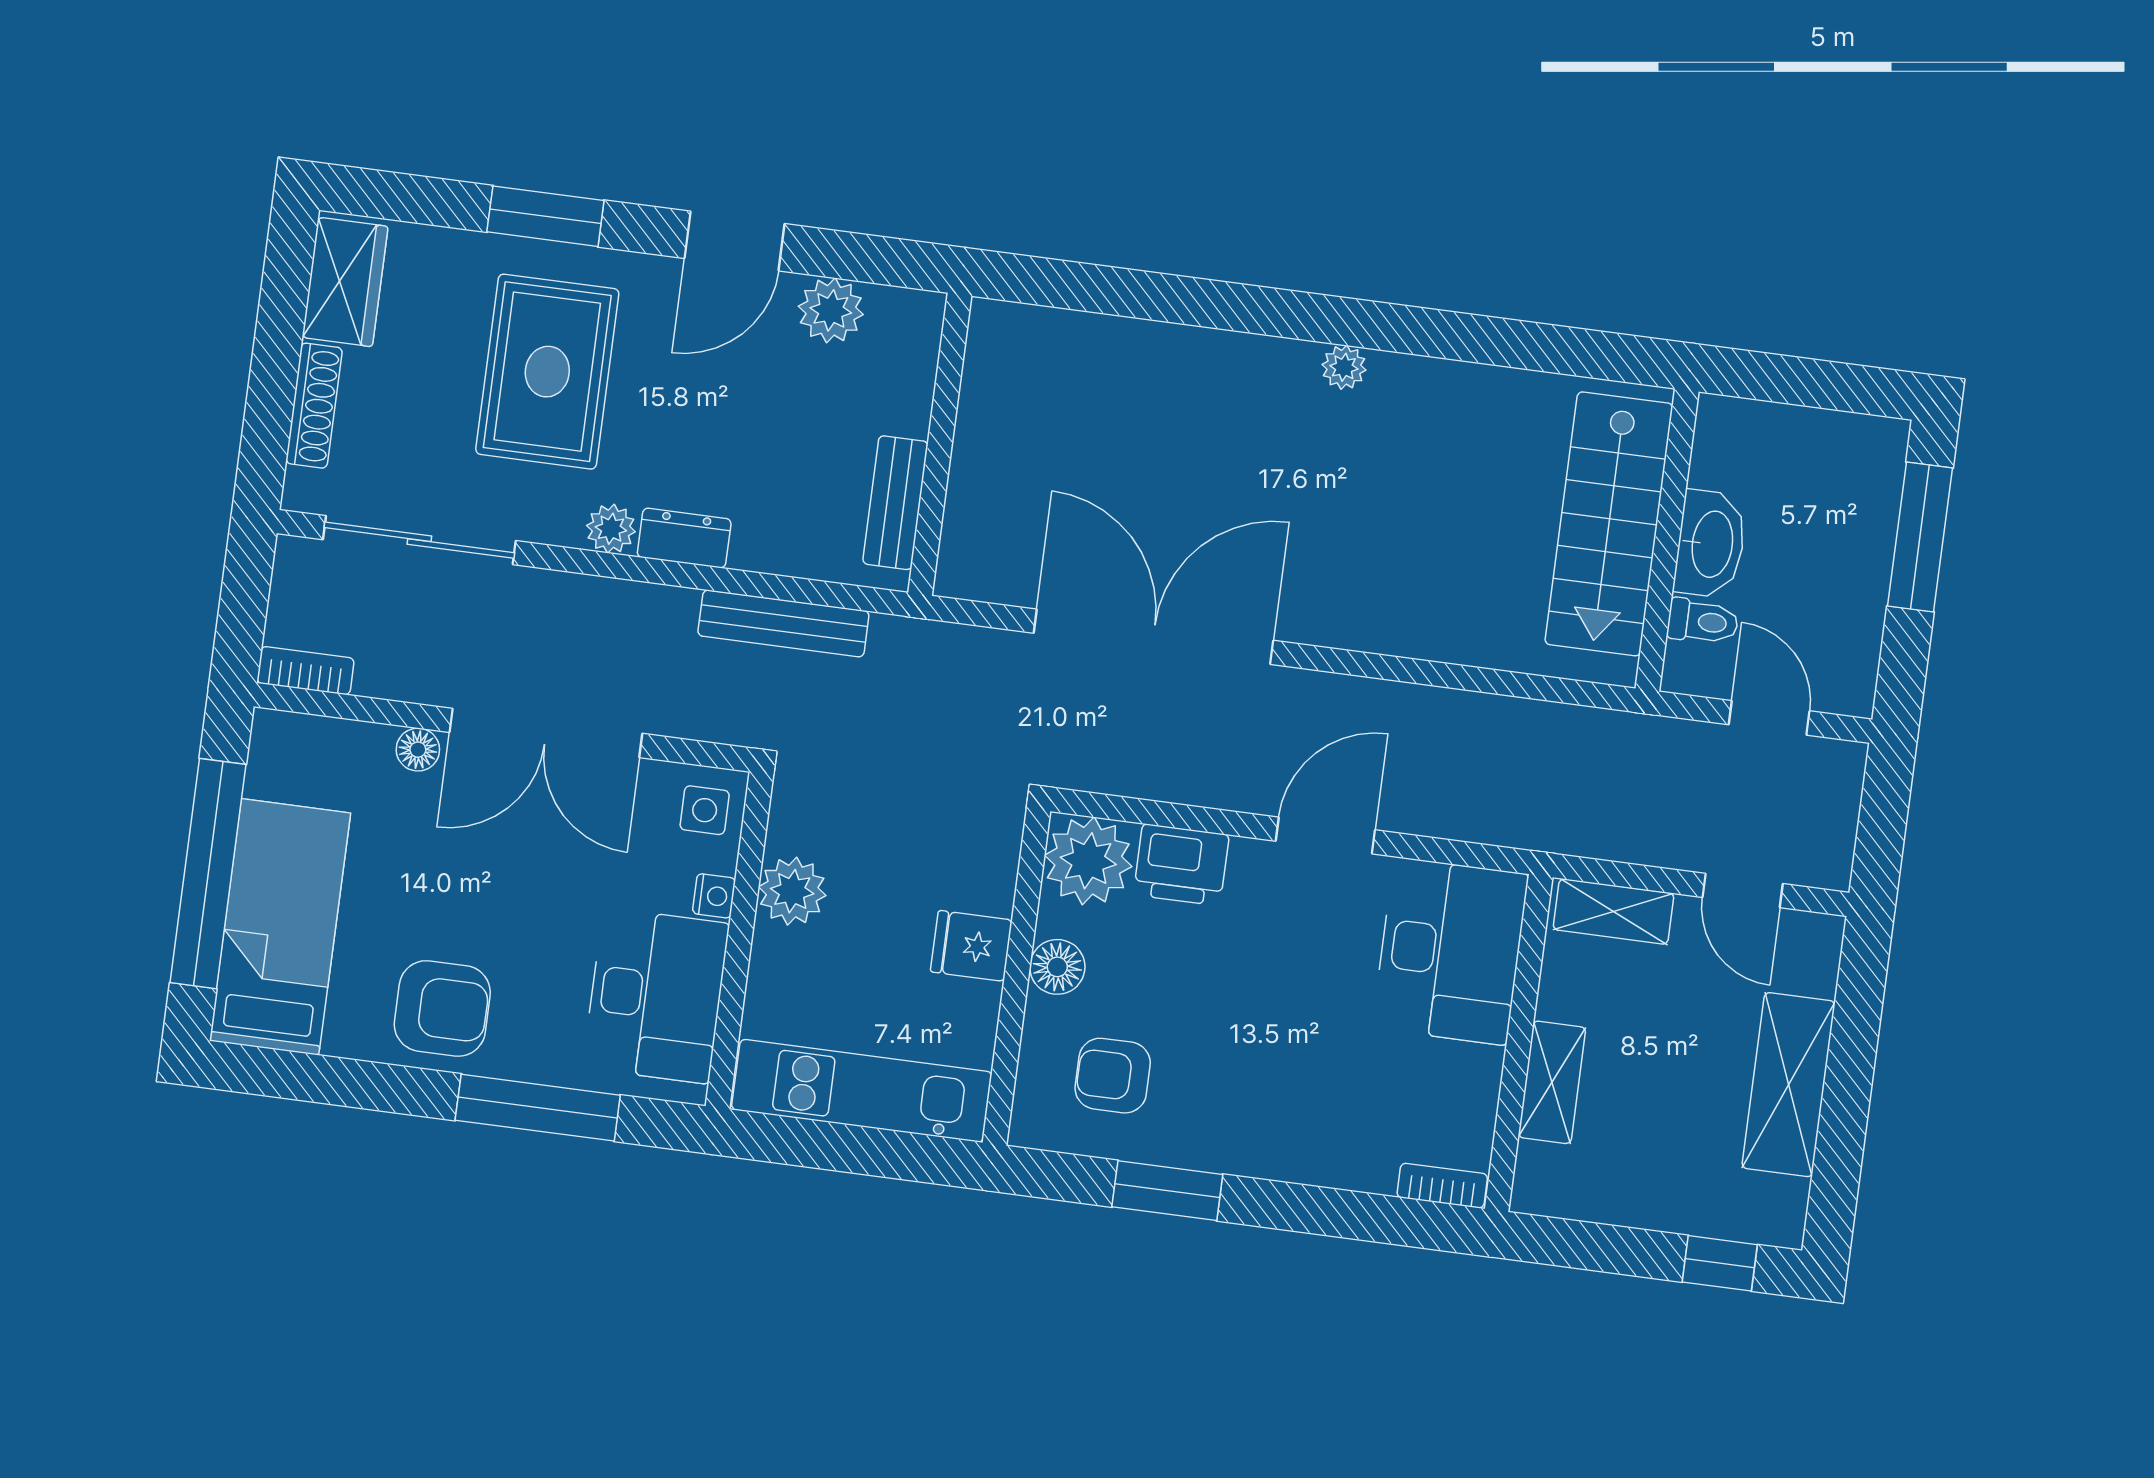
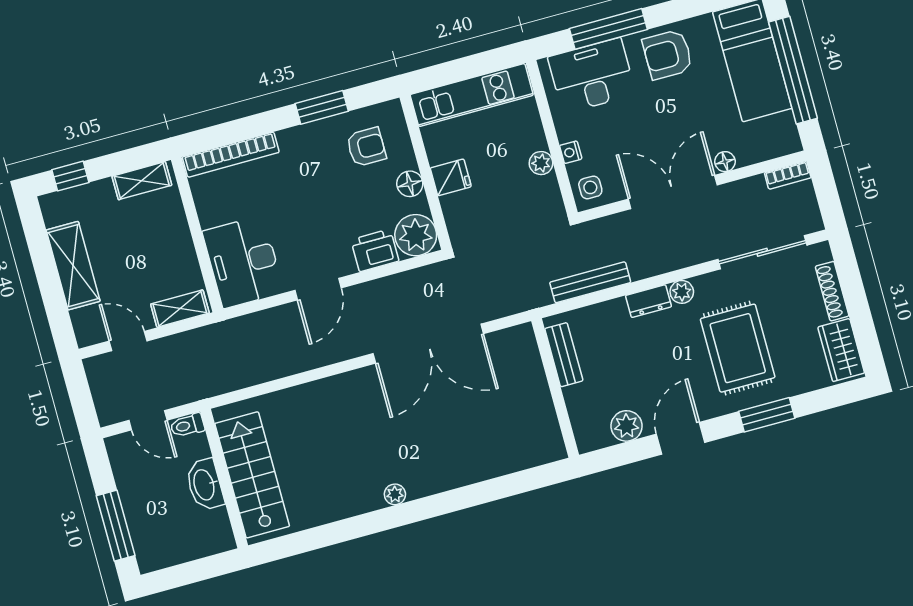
toilet: (1703, 622) -> (187, 425), moved
plant: (792, 891) -> (541, 163), width x0.73, depth x0.73
desk: (656, 996) -> (592, 76), moved, turned 90
shelving: (1552, 1082) -> (142, 181), moved, turned 90
bookcase: (1442, 1186) -> (231, 155), width x2.31, depth x1.31

